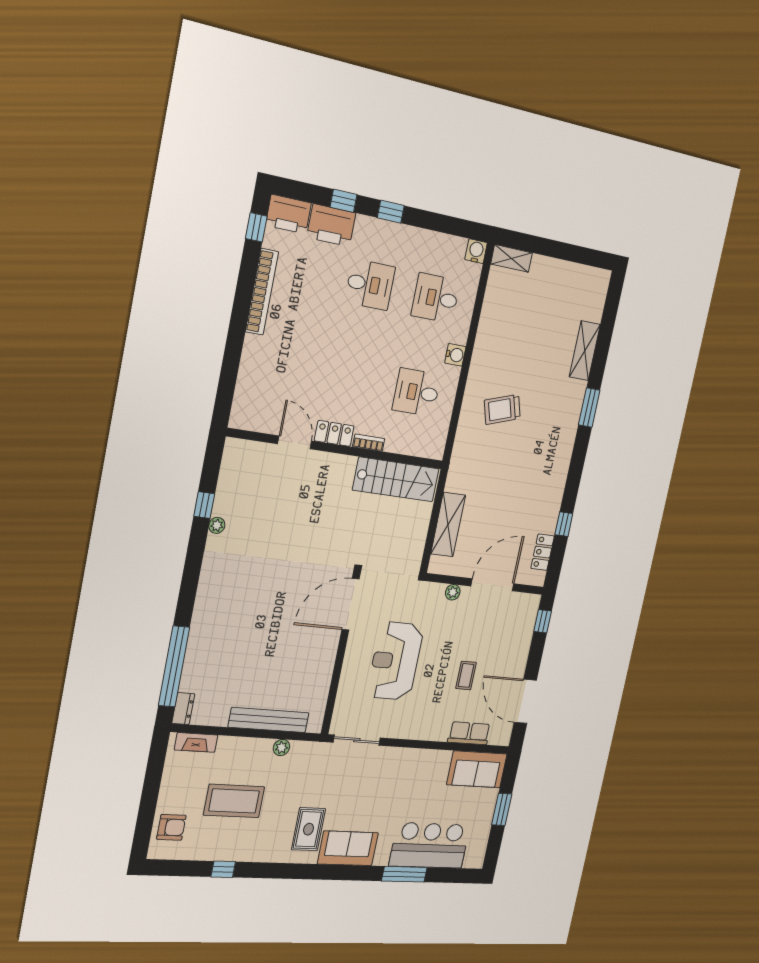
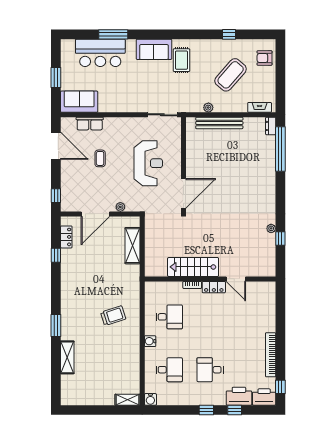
stairs: (396, 479) -> (193, 267), moved
coffee table: (234, 801) -> (231, 75), turned -49

